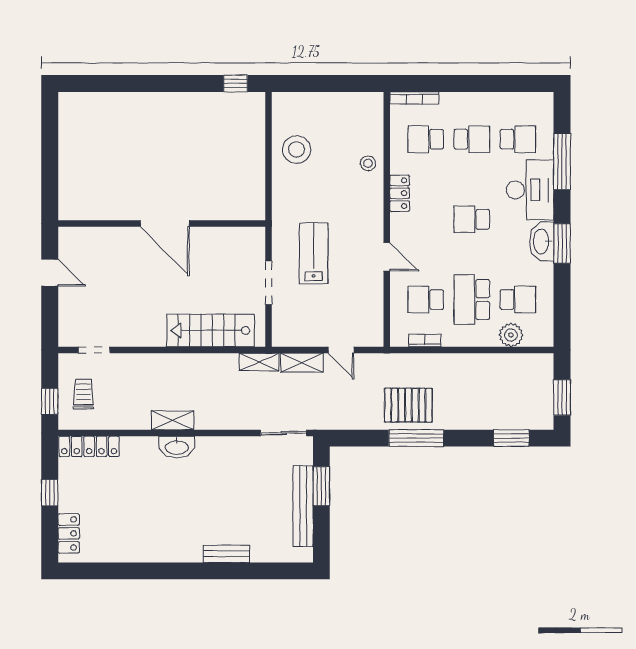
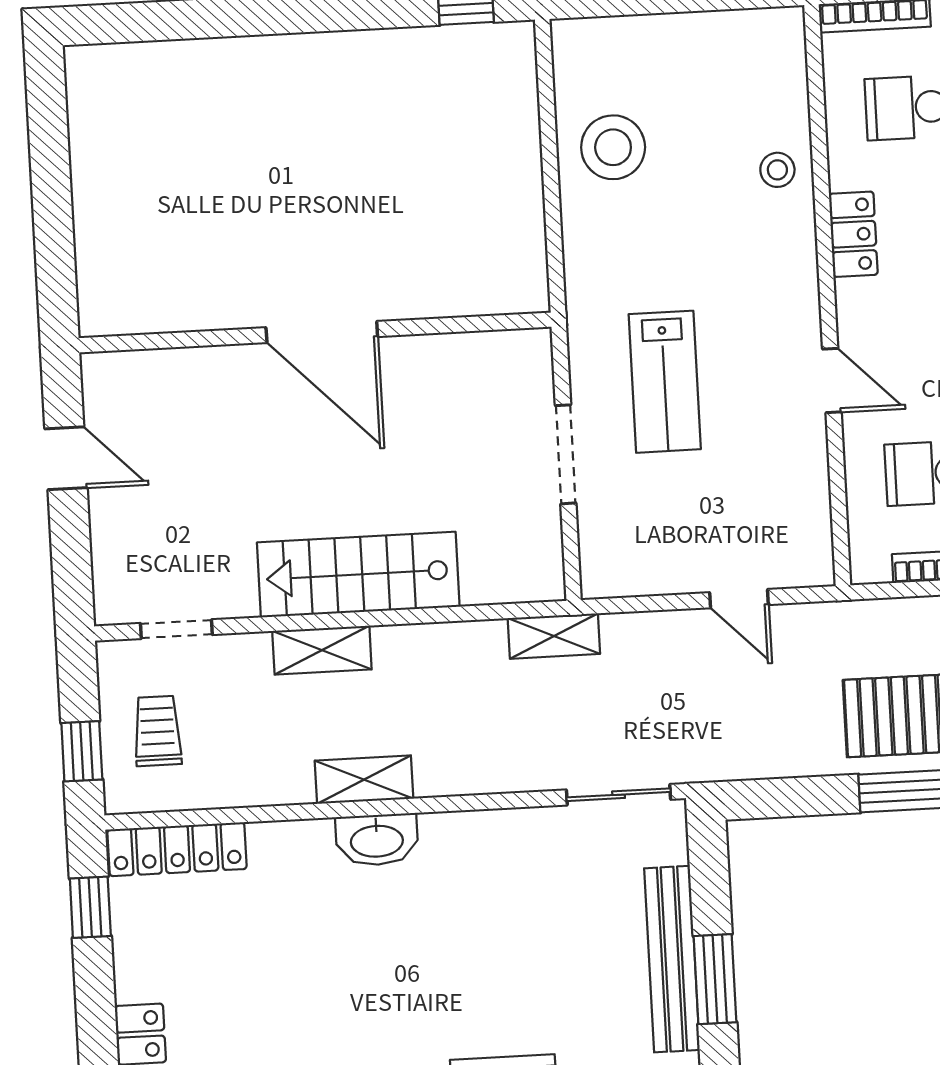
lab bench: (314, 253) -> (665, 382), turned 180
stairs: (211, 330) -> (358, 575), moved
shelving: (302, 363) -> (322, 650), moved
window: (321, 486) -> (715, 979), moved
window: (50, 493) -> (90, 907), moved

